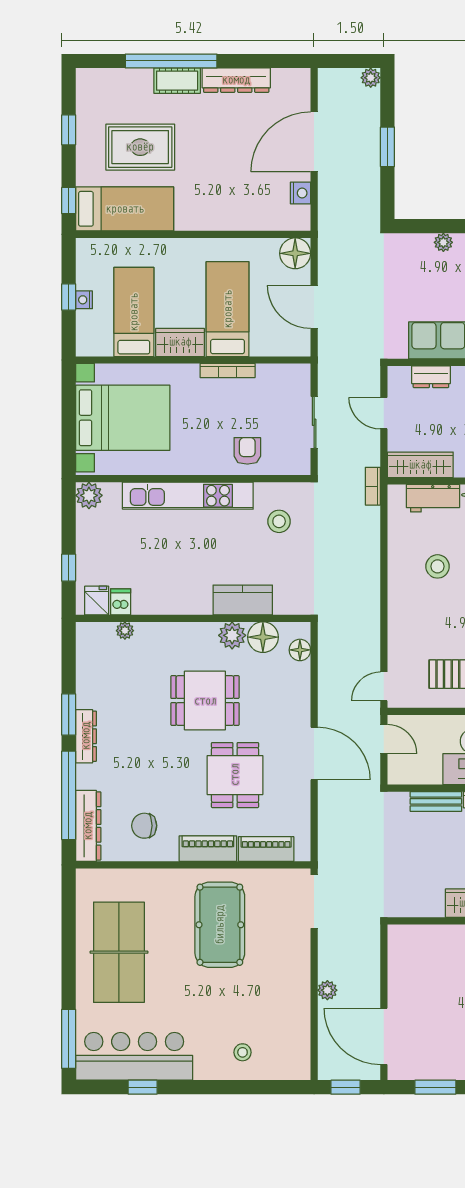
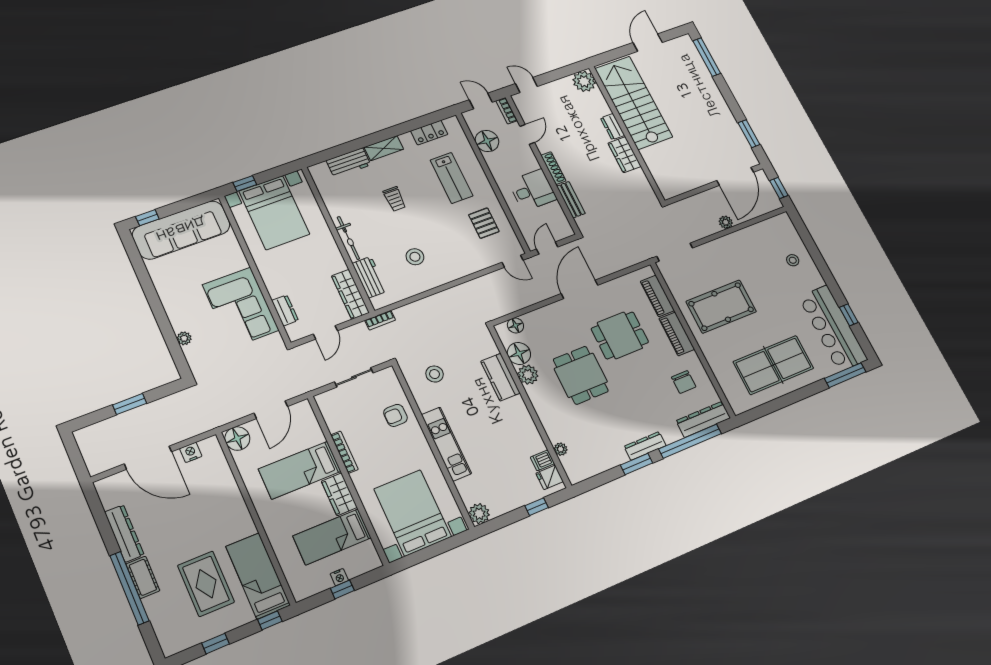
plant: (371, 78) -> (82, 436), removed
kitchen unit: (188, 496) -> (446, 444), width x0.73

